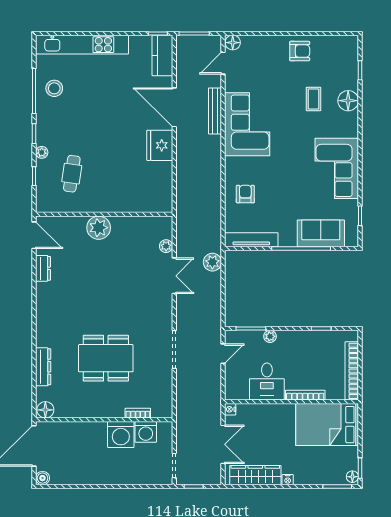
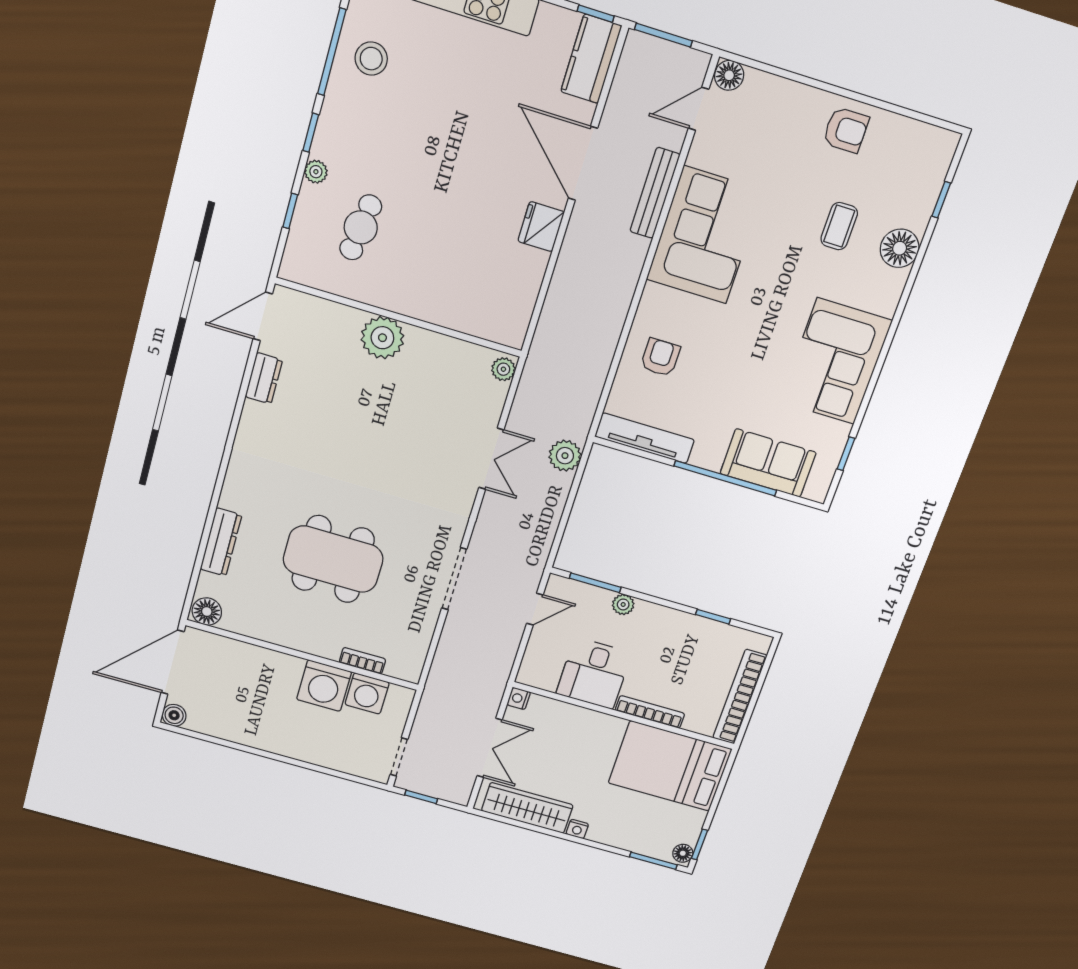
fridge: (160, 145) -> (541, 227), width x0.73, depth x0.75
door: (34, 235) -> (263, 316), swing flipped
plant: (166, 246) -> (503, 369), moved

